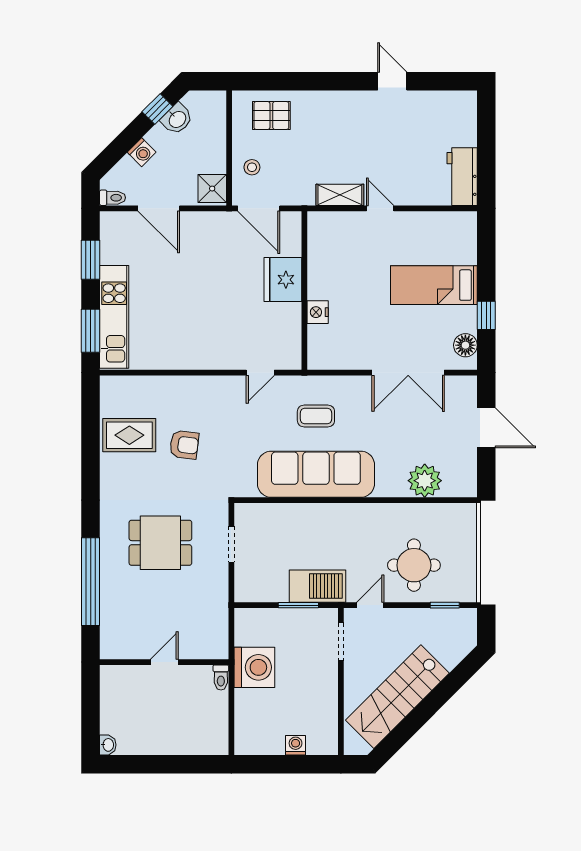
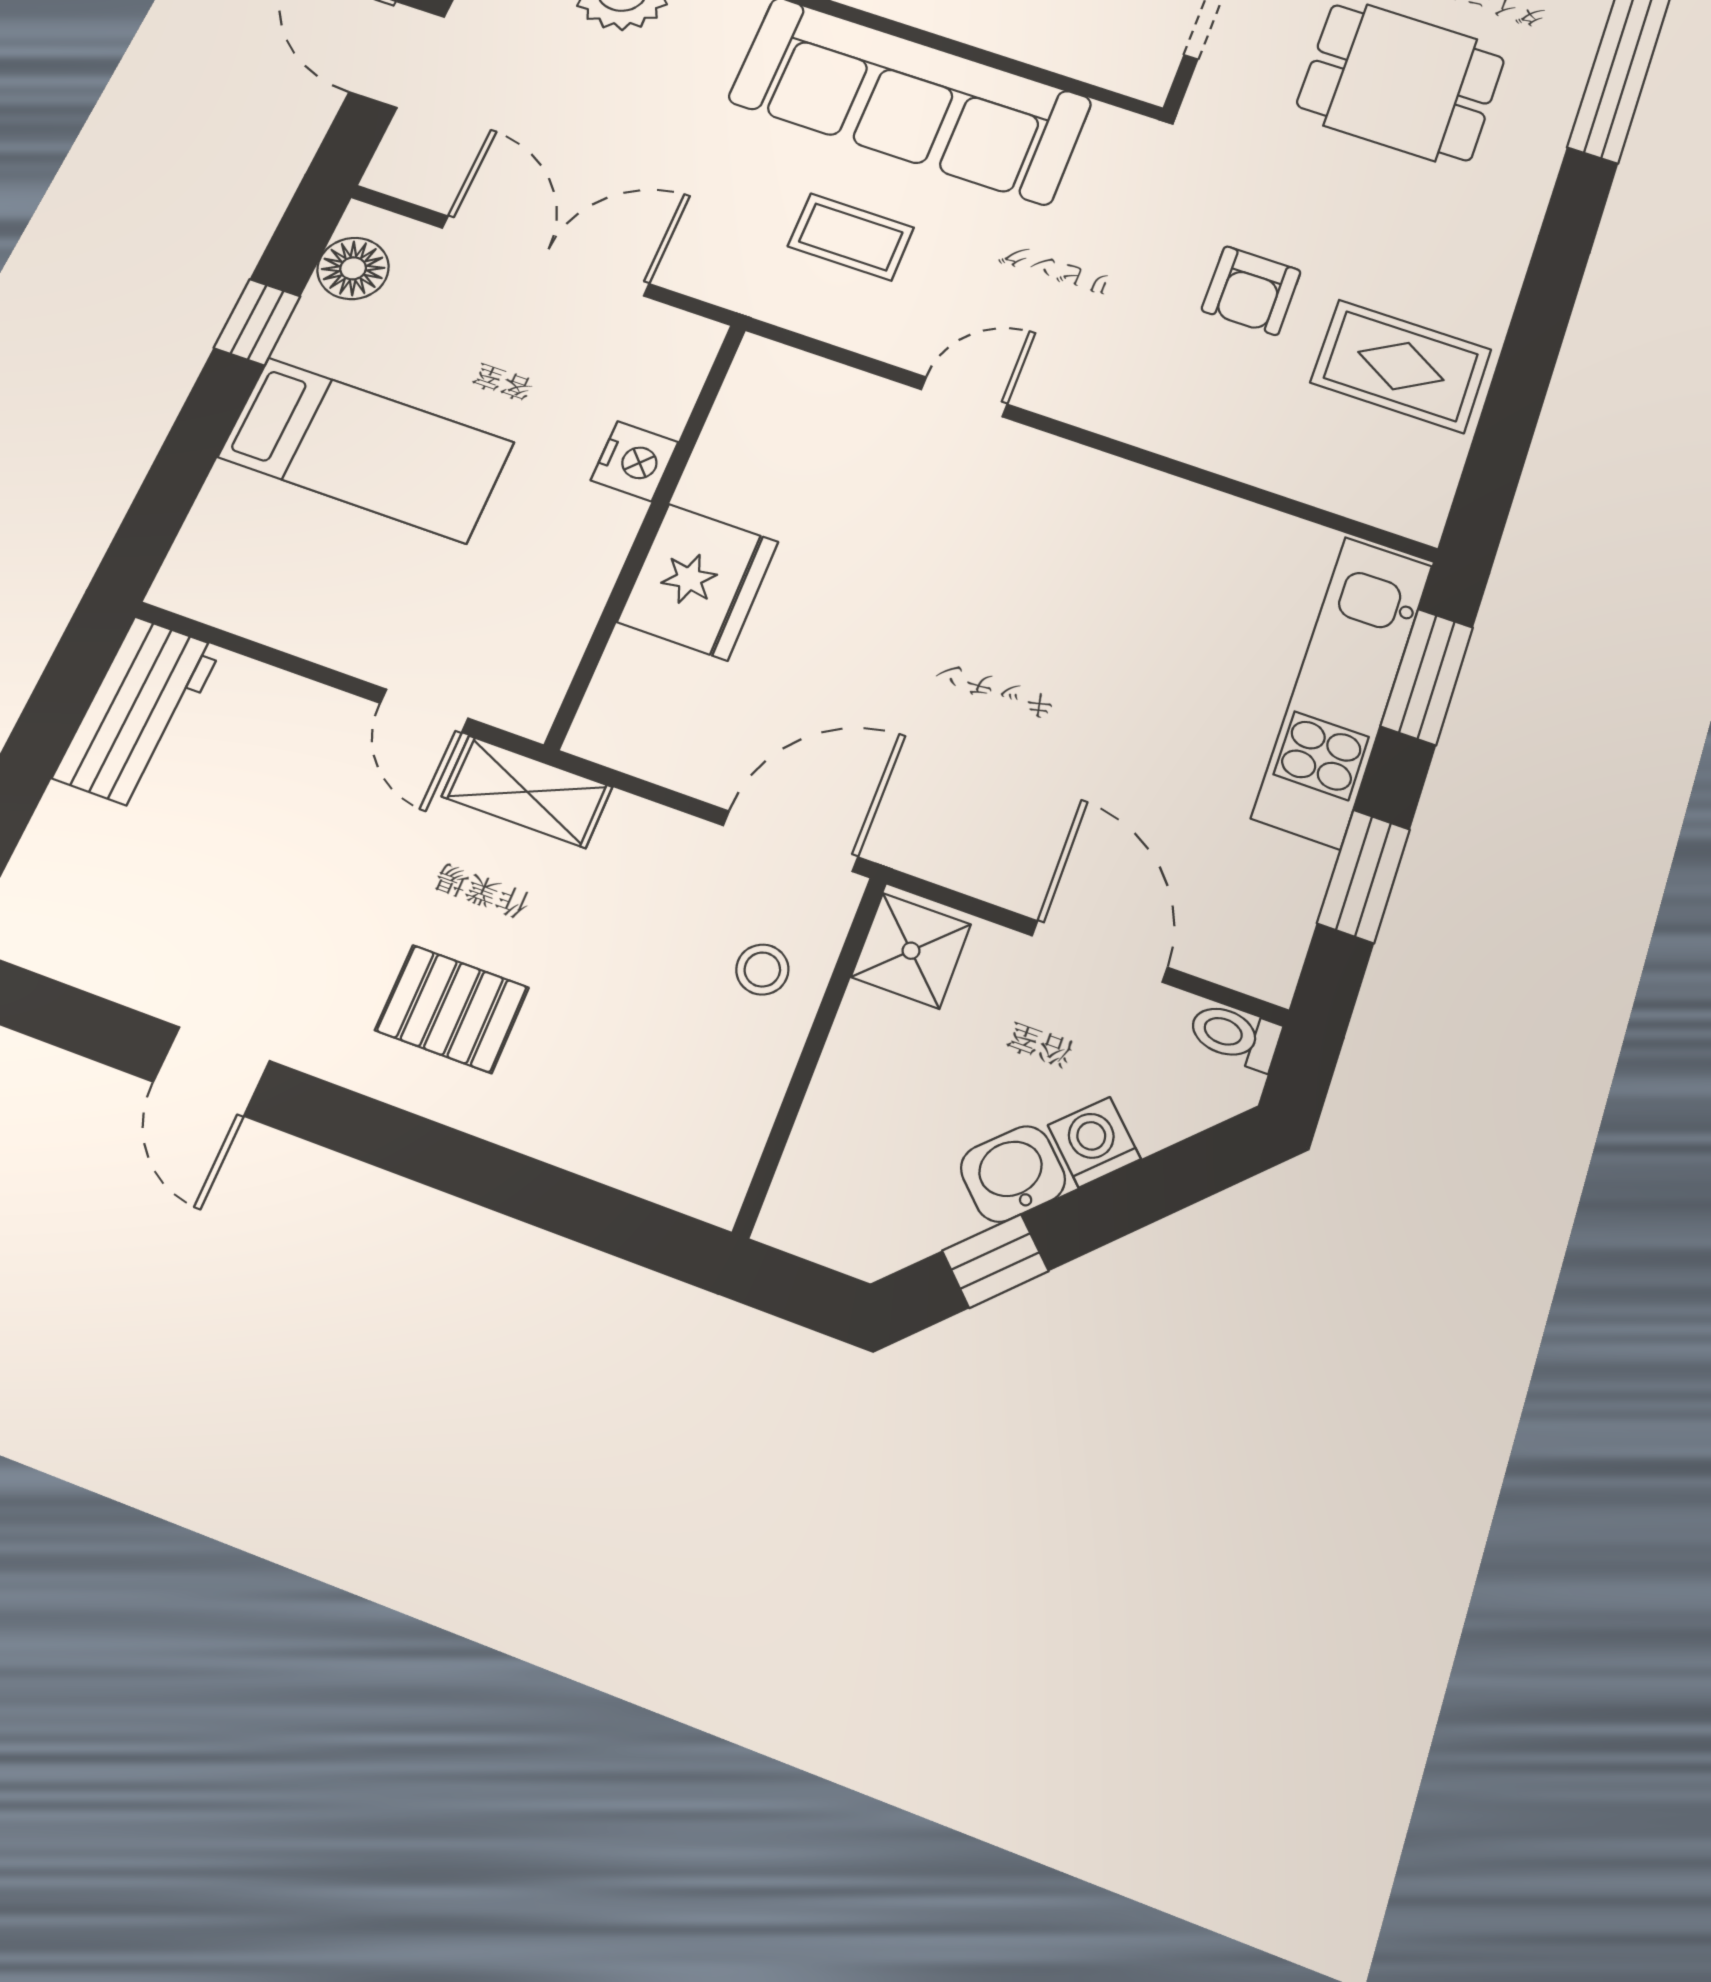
pallet: (271, 116) -> (452, 1009), moved
washbasin: (177, 119) -> (1013, 1174), moved
door: (259, 208) -> (790, 841), hinge flipped
fridge: (283, 280) -> (698, 582), moved
wall: (304, 290) -> (648, 531), moved
nightstand: (318, 312) -> (635, 461), moved
armchair: (184, 445) -> (1251, 291), turned -97

